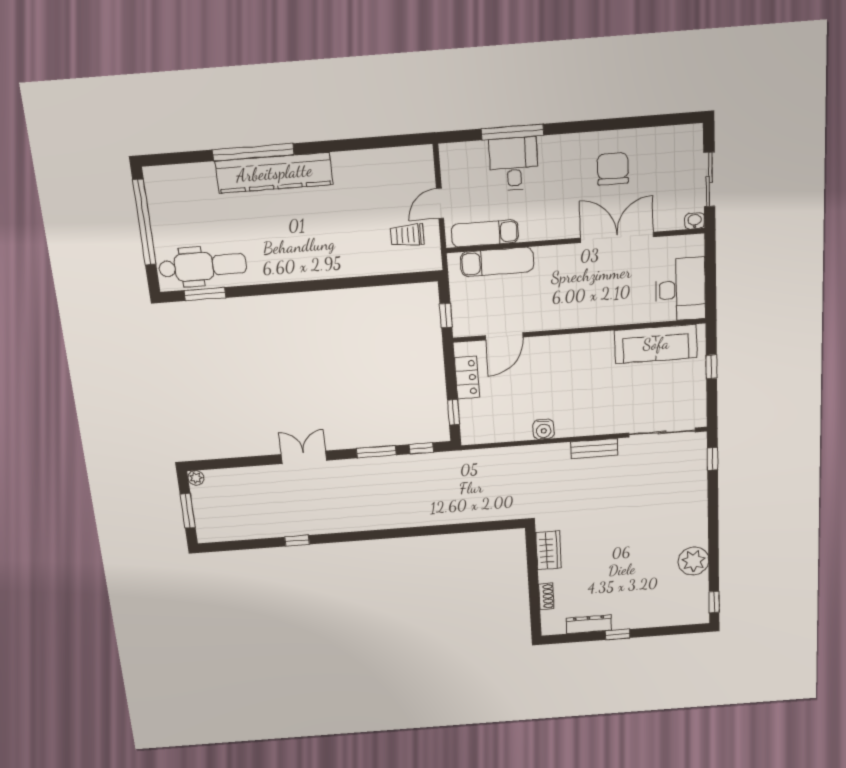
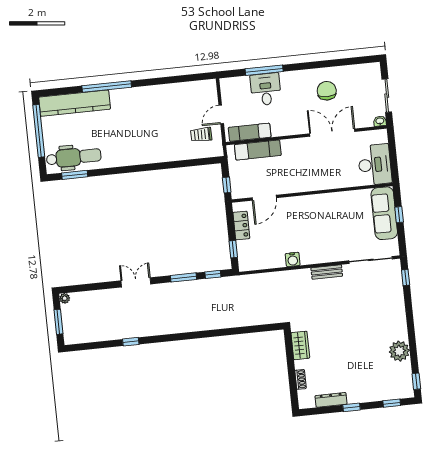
kitchen counter: (274, 173) -> (75, 103), moved
sofa: (656, 344) -> (384, 213), moved, turned 90
window: (676, 630) -> (392, 403), added

